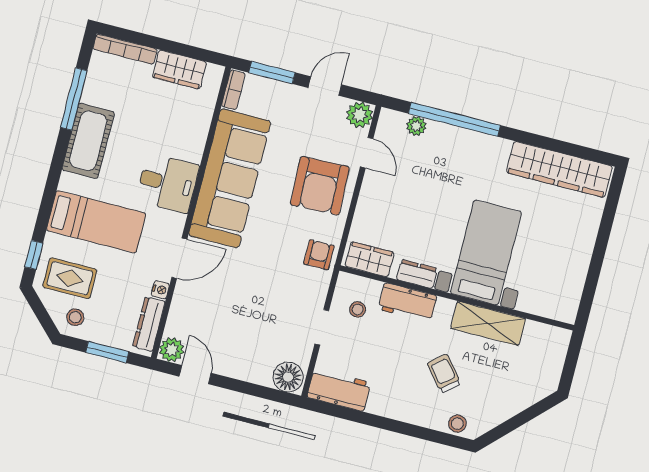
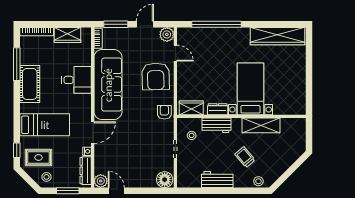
plant: (416, 126) -> (198, 33), removed
desk: (167, 183) -> (76, 80), moved
workbench: (339, 390) -> (217, 180), moved

